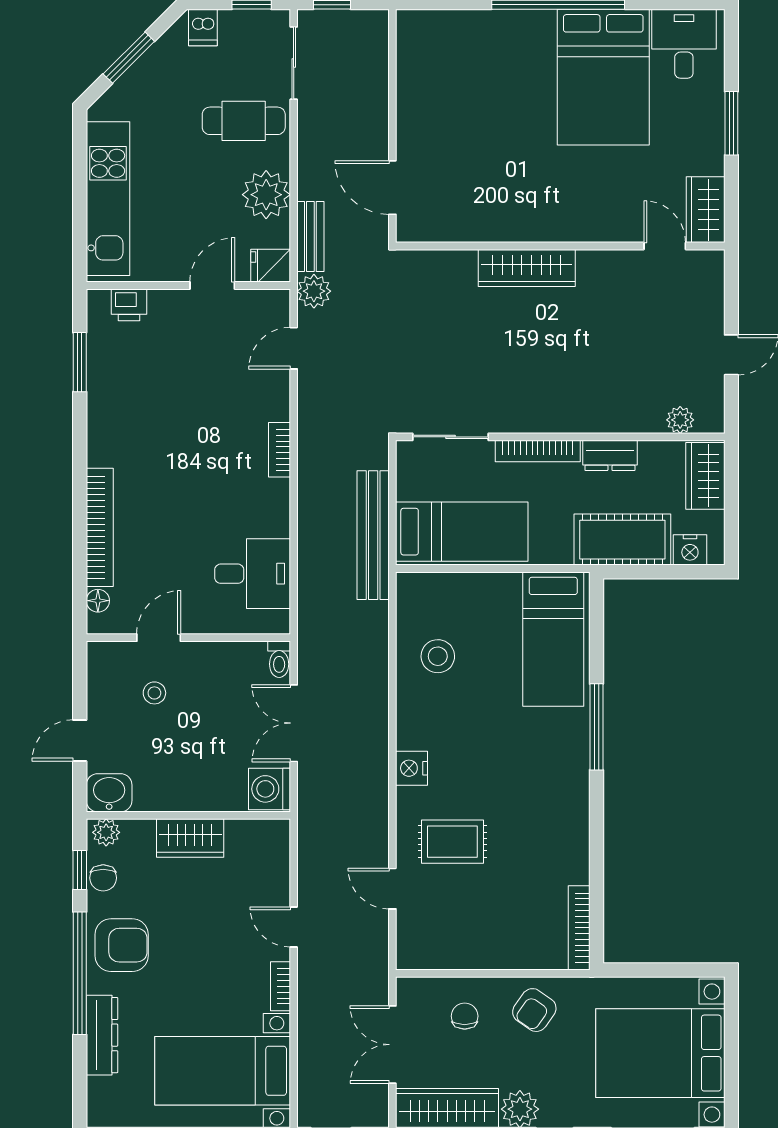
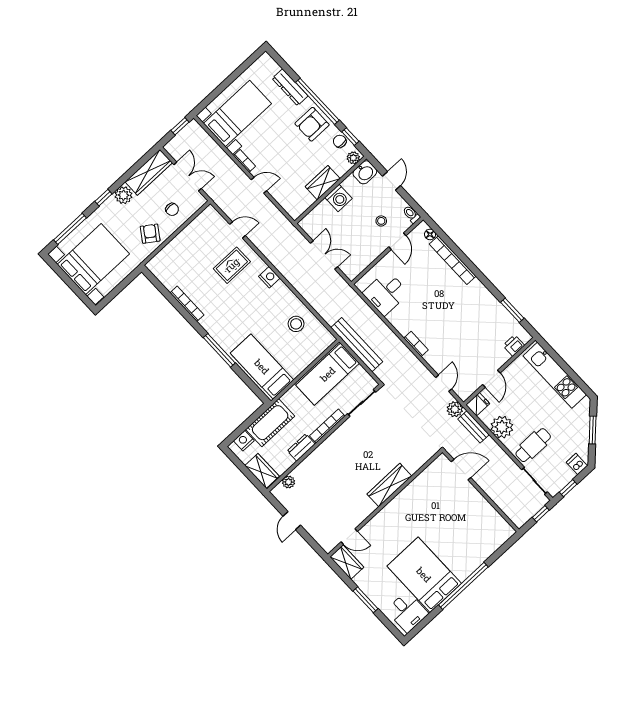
toilet: (279, 659) -> (411, 214), moved
washing machine: (270, 789) -> (339, 198), moved, turned 90
bookcase: (579, 928) -> (187, 304), moved

